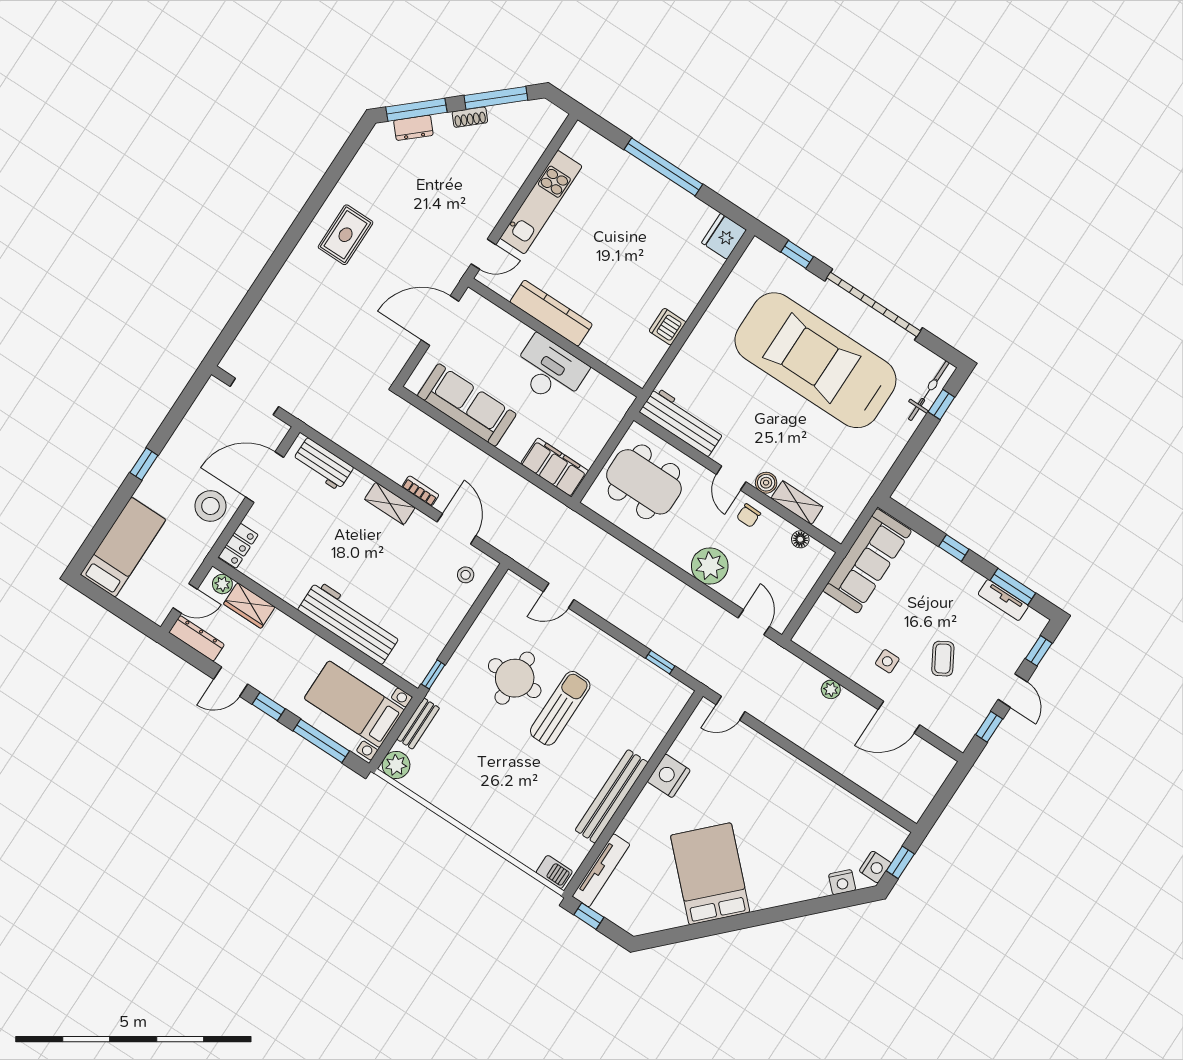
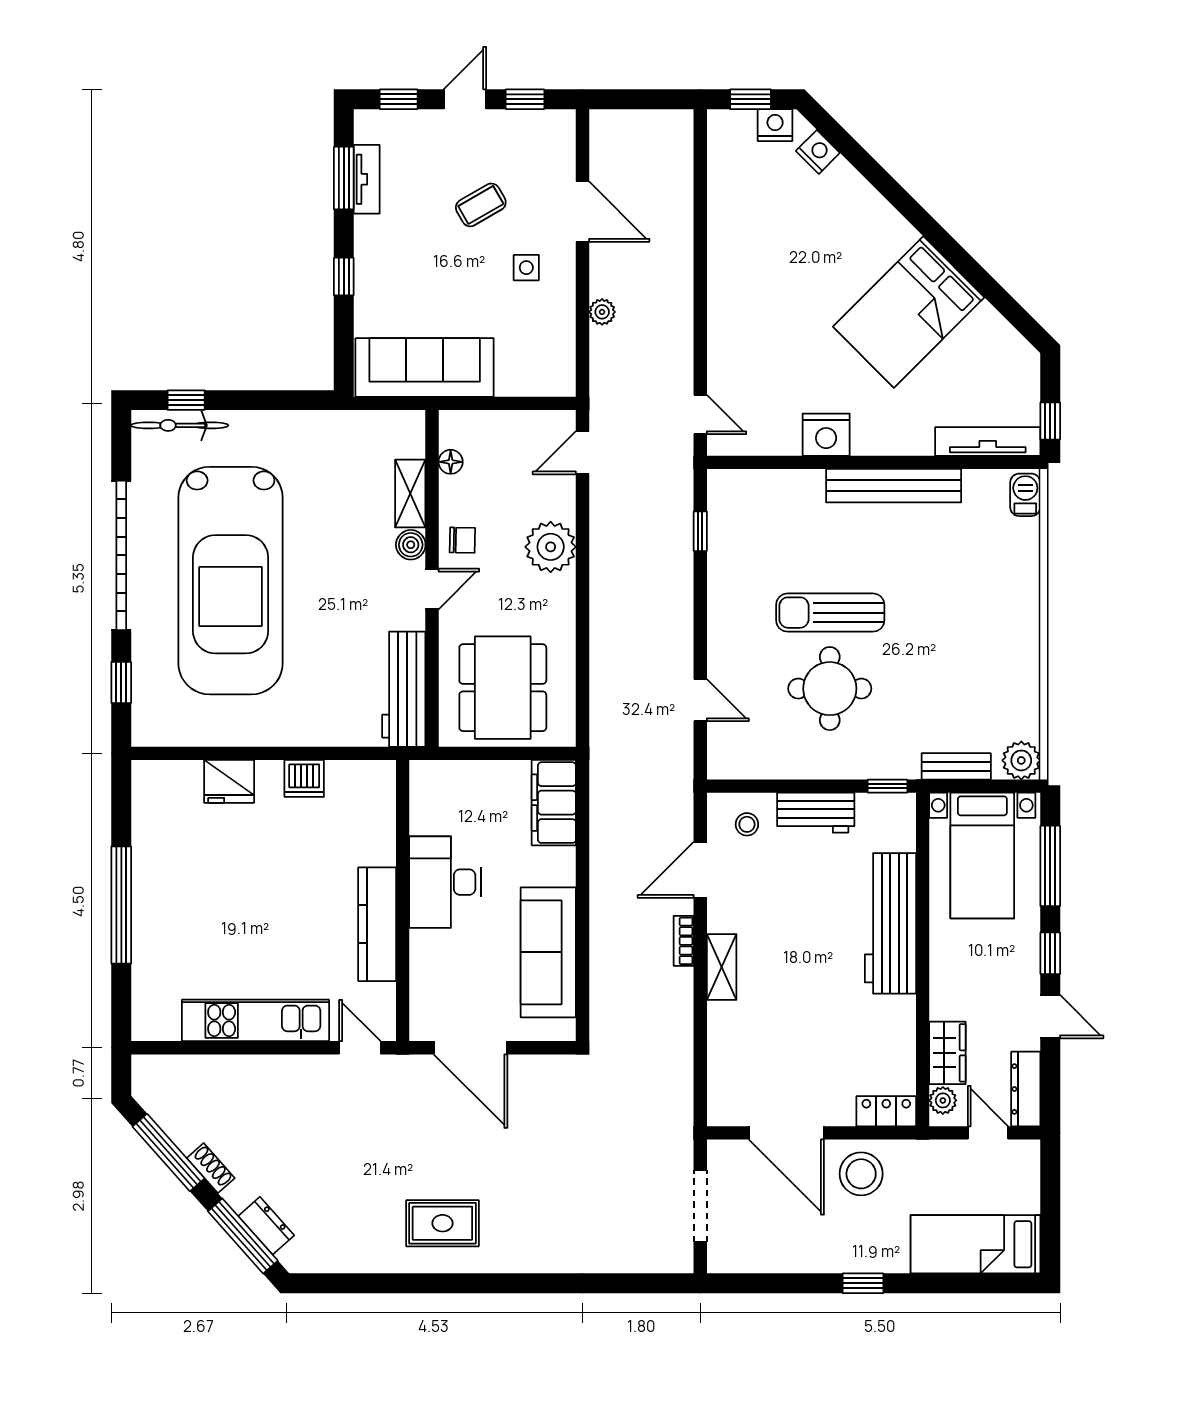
fridge: (724, 236) -> (229, 781), moved
workbench: (323, 464) -> (816, 813), moved, turned 90

